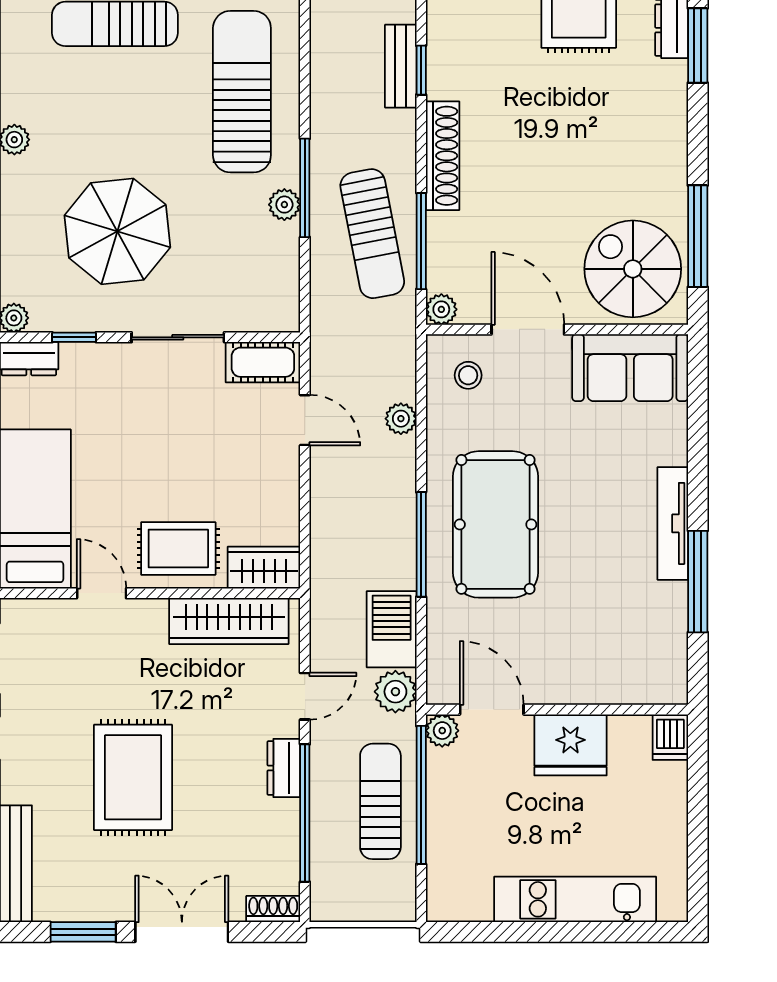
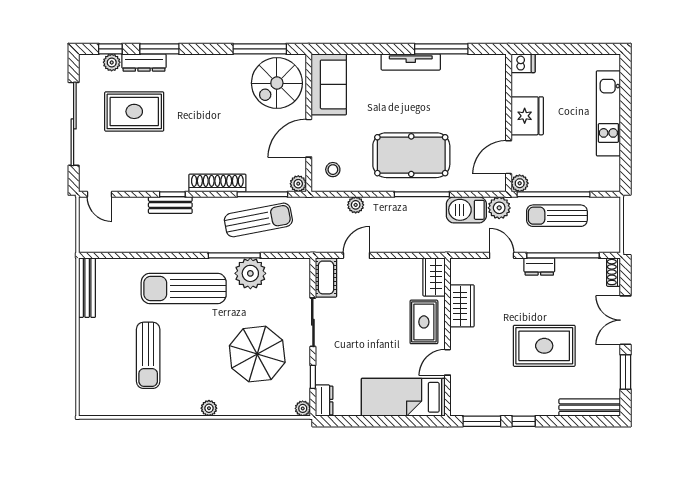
plant: (284, 205) -> (250, 273), width x1.88, depth x1.88
wardrobe: (229, 621) -> (462, 306), width x0.67

